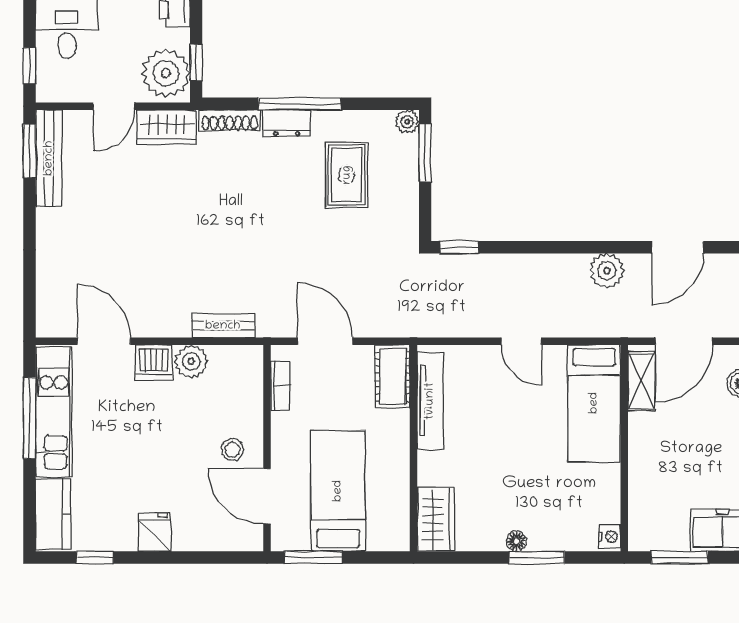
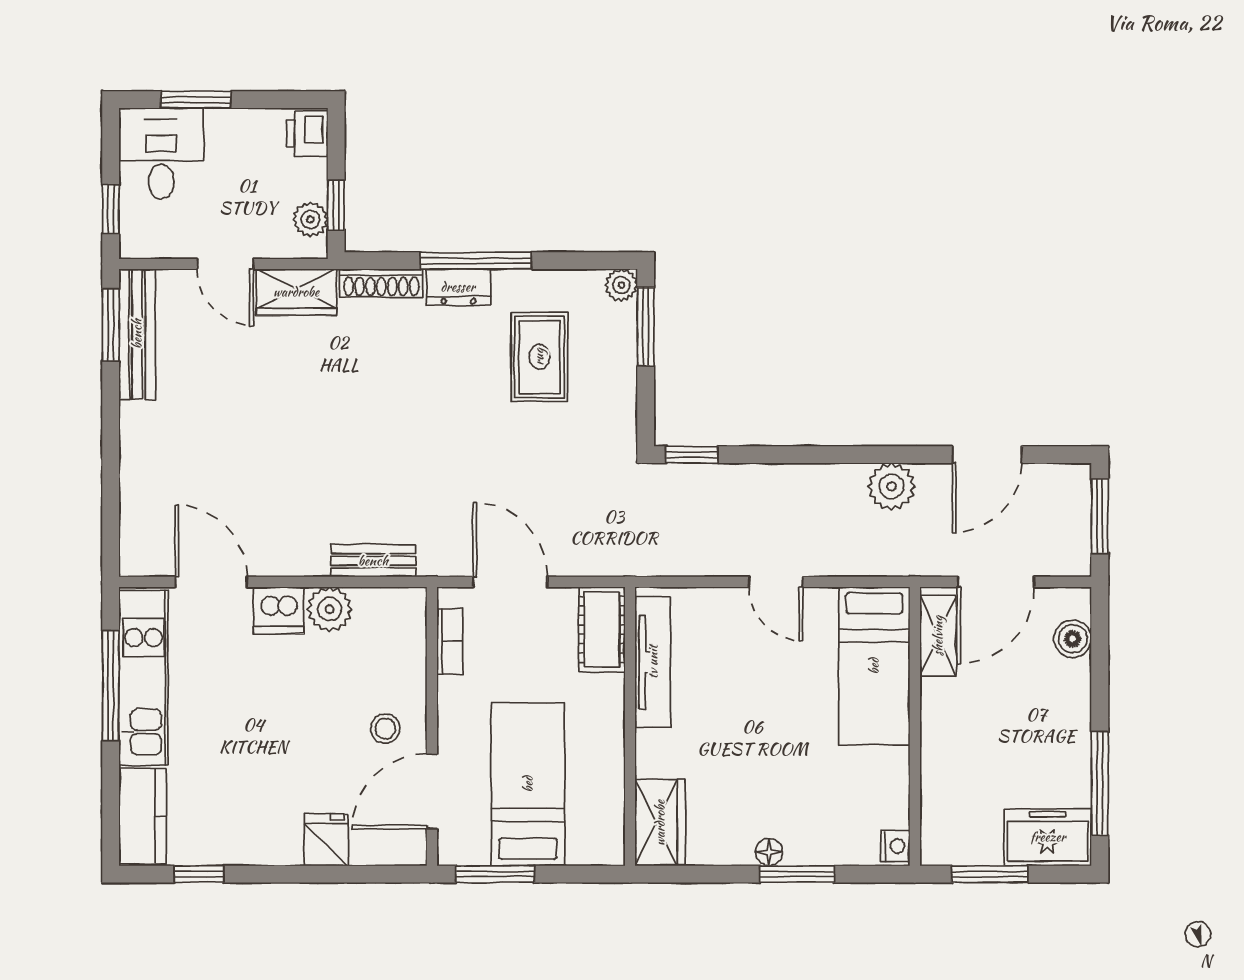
plant: (166, 73) -> (310, 219), width x0.53, depth x0.53
door: (114, 106) -> (225, 264), hinge flipped
door: (267, 496) -> (432, 791), hinge flipped
fridge: (154, 532) -> (326, 840), moved

